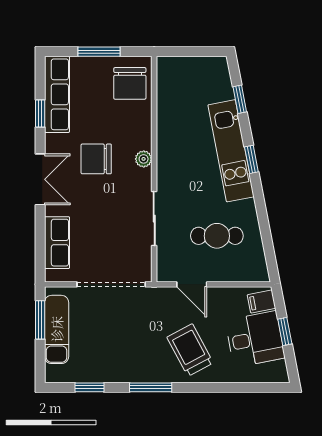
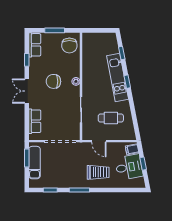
row of seats: (57, 94) -> (35, 45), width x0.68
double door: (40, 179) -> (27, 91), swing flipped
trolley: (190, 350) -> (98, 172), turned 118

